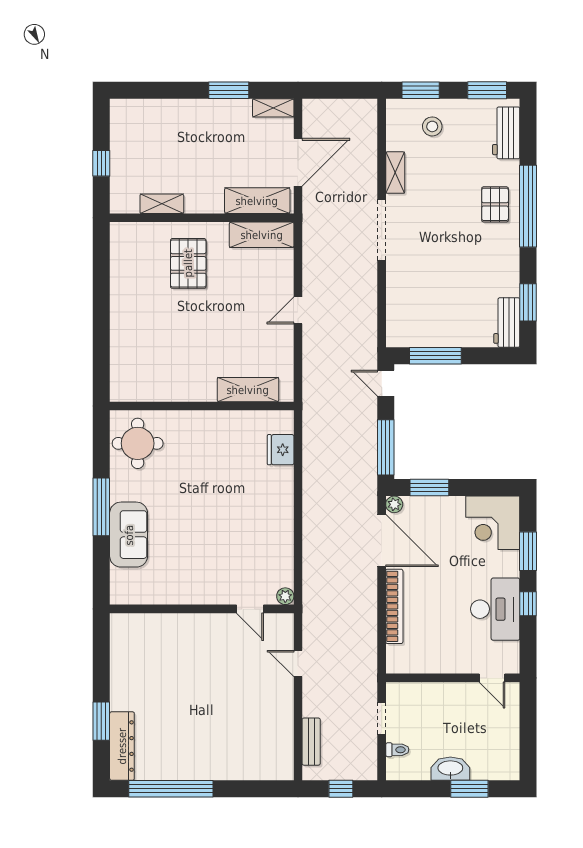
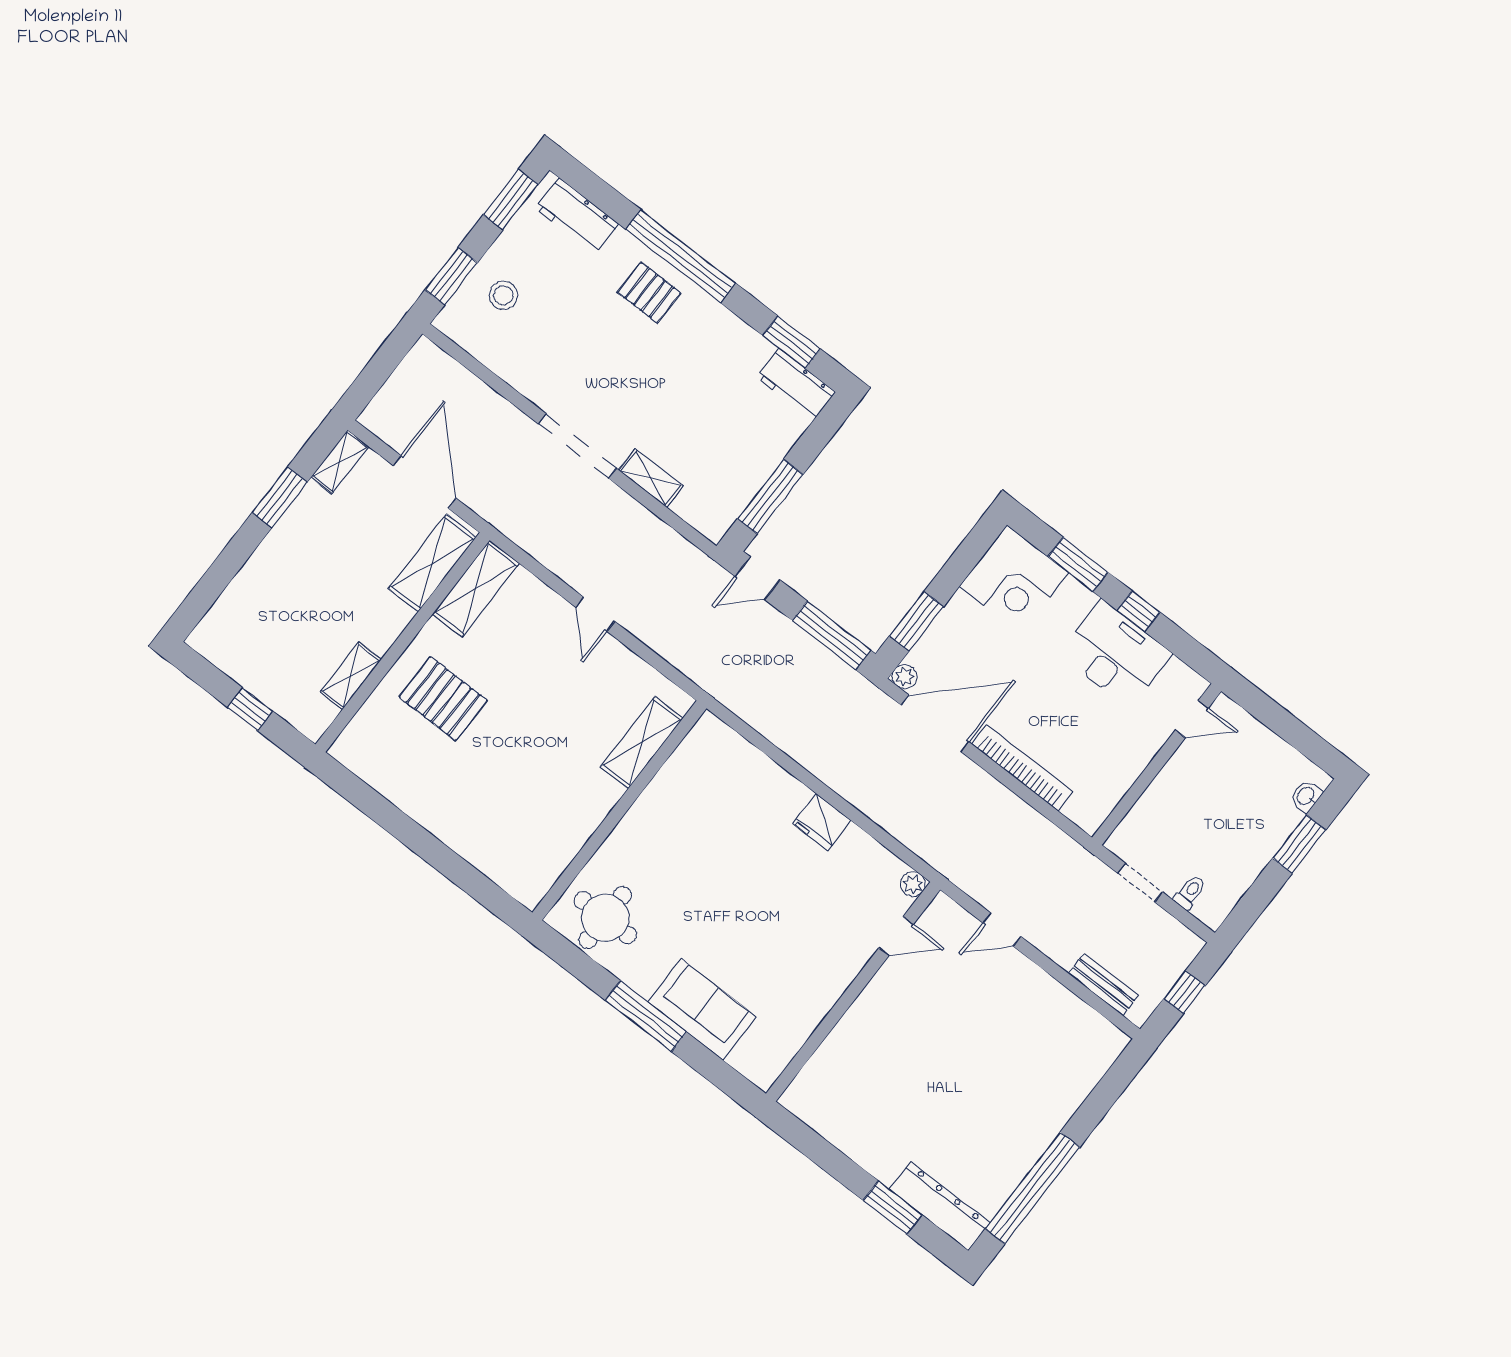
shelving: (395, 173) -> (651, 478), moved
fridge: (281, 450) -> (822, 822), moved
washbasin: (450, 769) -> (1306, 796), moved, width x0.52, depth x0.69

